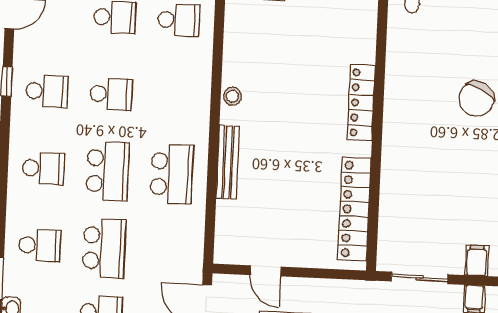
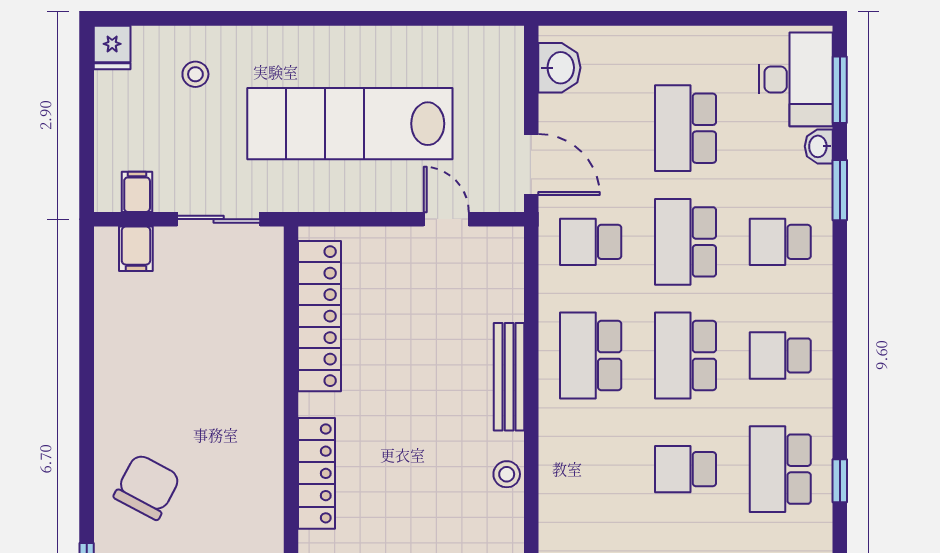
school desk: (47, 91) -> (780, 469), width x1.85
school desk: (168, 251) -> (591, 242), added

